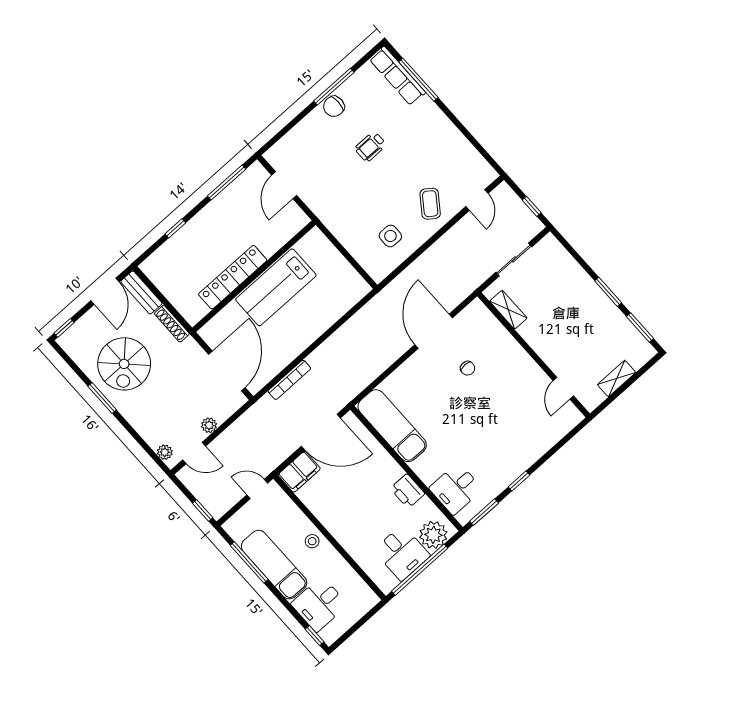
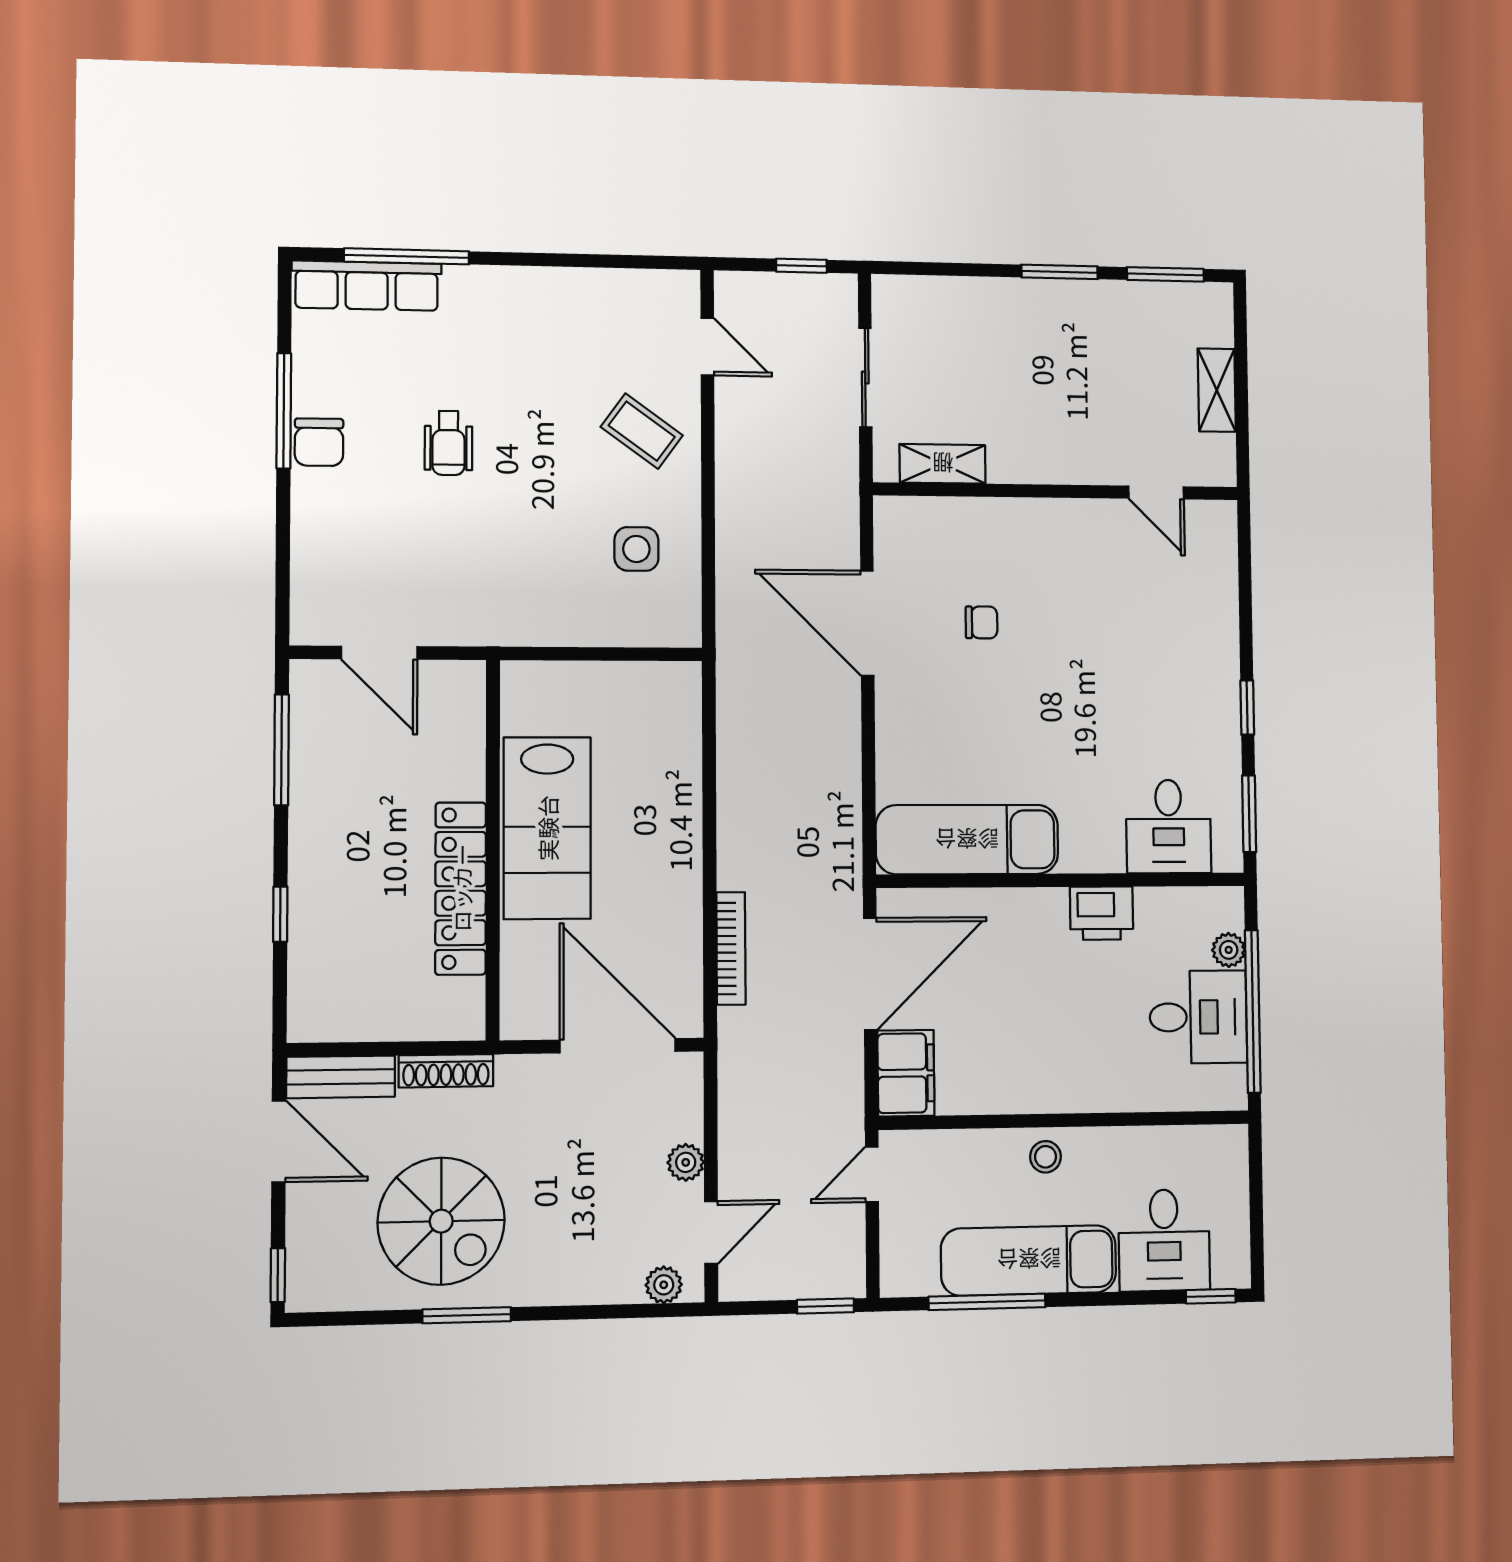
plant: (433, 535) -> (1229, 950), width x0.53, depth x0.53

